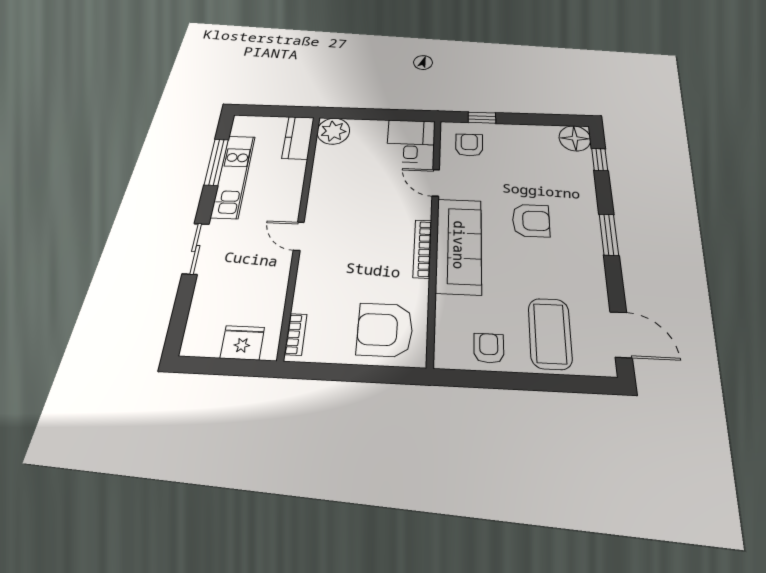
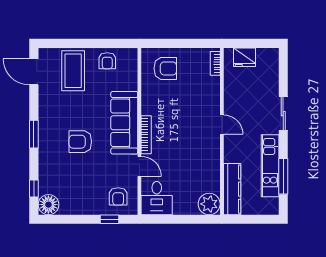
kitchen counter: (298, 138) -> (232, 189), width x1.50
bookcase: (422, 249) -> (146, 135), moved
armchair: (385, 330) -> (165, 68), width x0.73, depth x0.73

